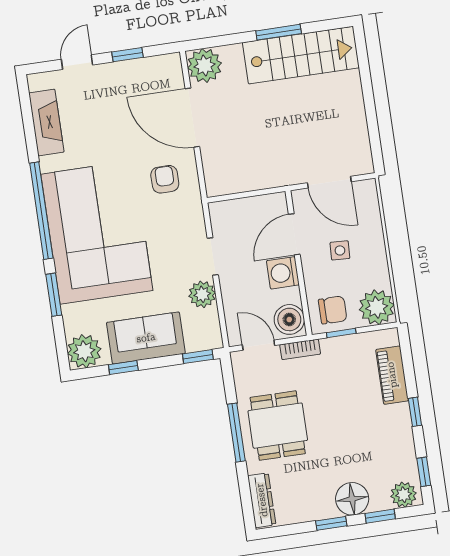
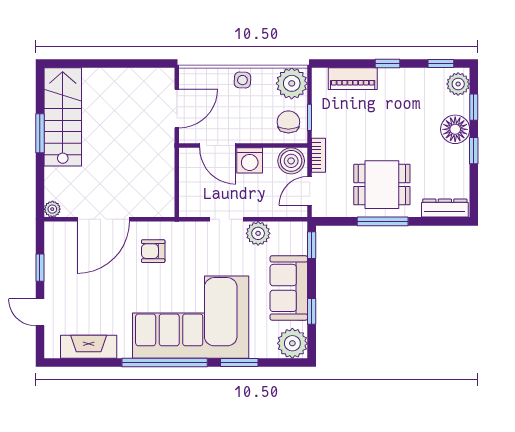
plant: (205, 66) -> (52, 209), width x0.53, depth x0.53
side table: (340, 250) -> (242, 80), moved

